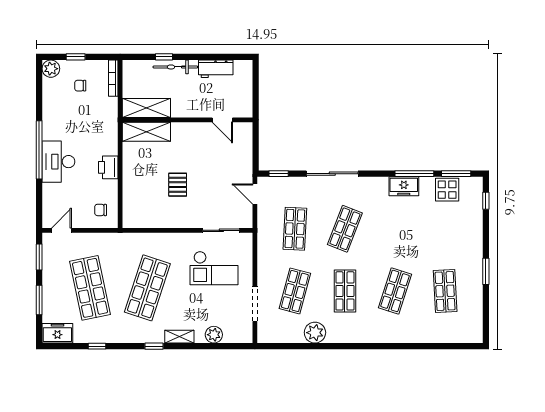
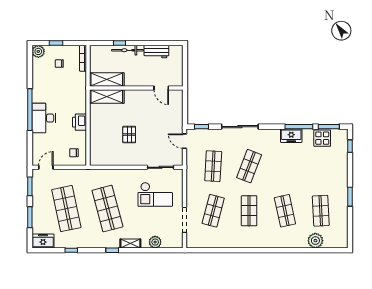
shop shelf: (147, 288) -> (107, 209), turned -33
shop shelf: (395, 291) -> (285, 211), turned -30
plant: (315, 333) -> (315, 241), moved

